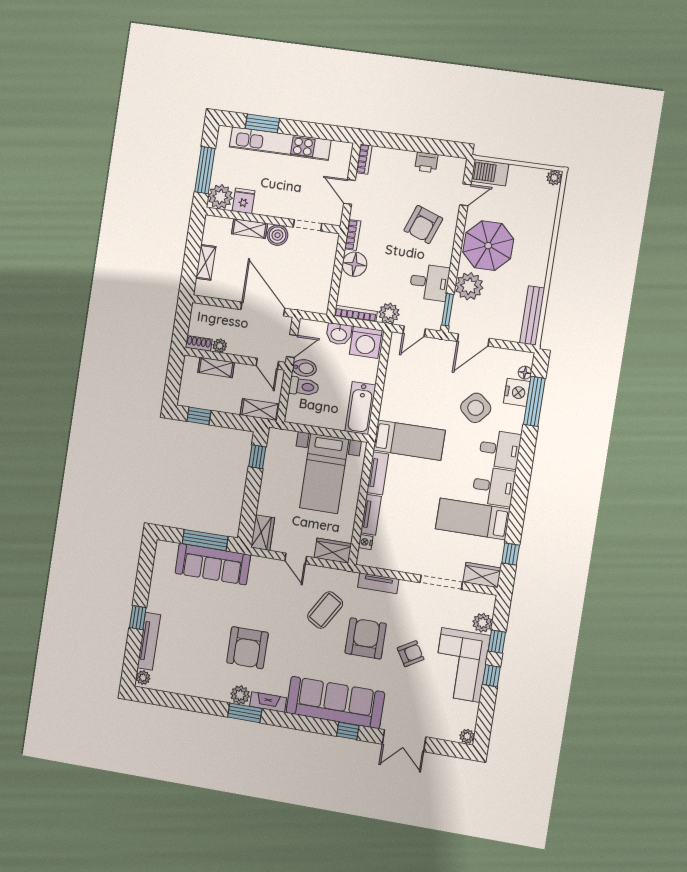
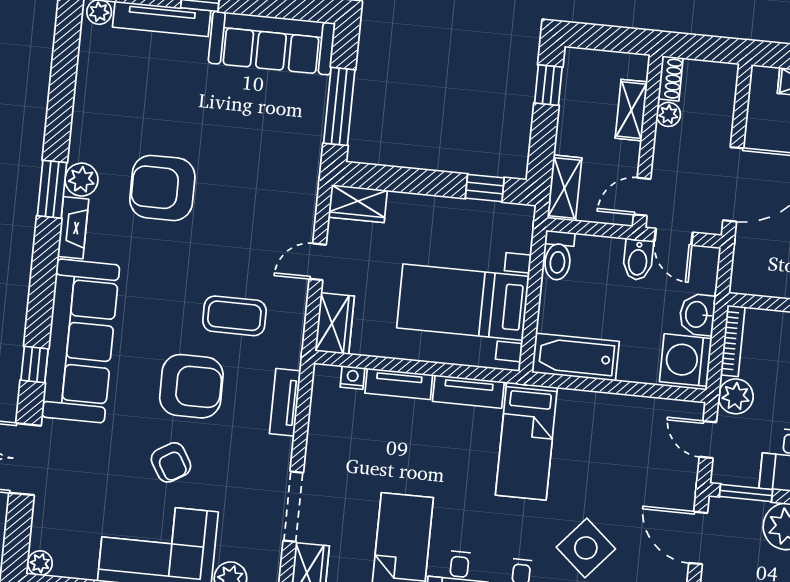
toilet: (304, 387) -> (558, 256), moved
sofa: (213, 564) -> (272, 43), moved, turned -90
coffee table: (325, 610) -> (234, 316), turned -31

